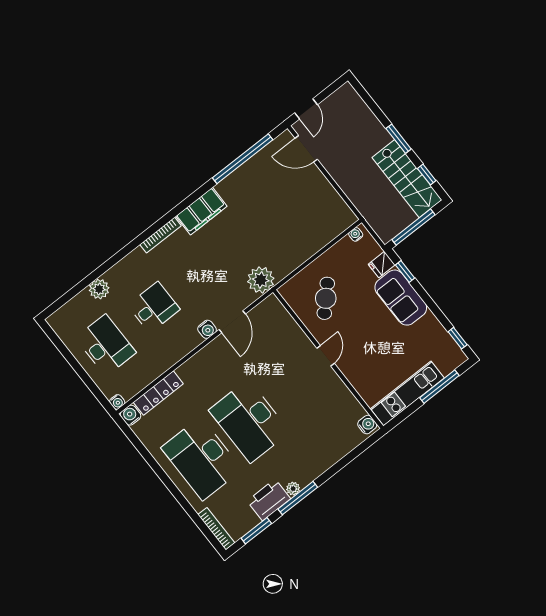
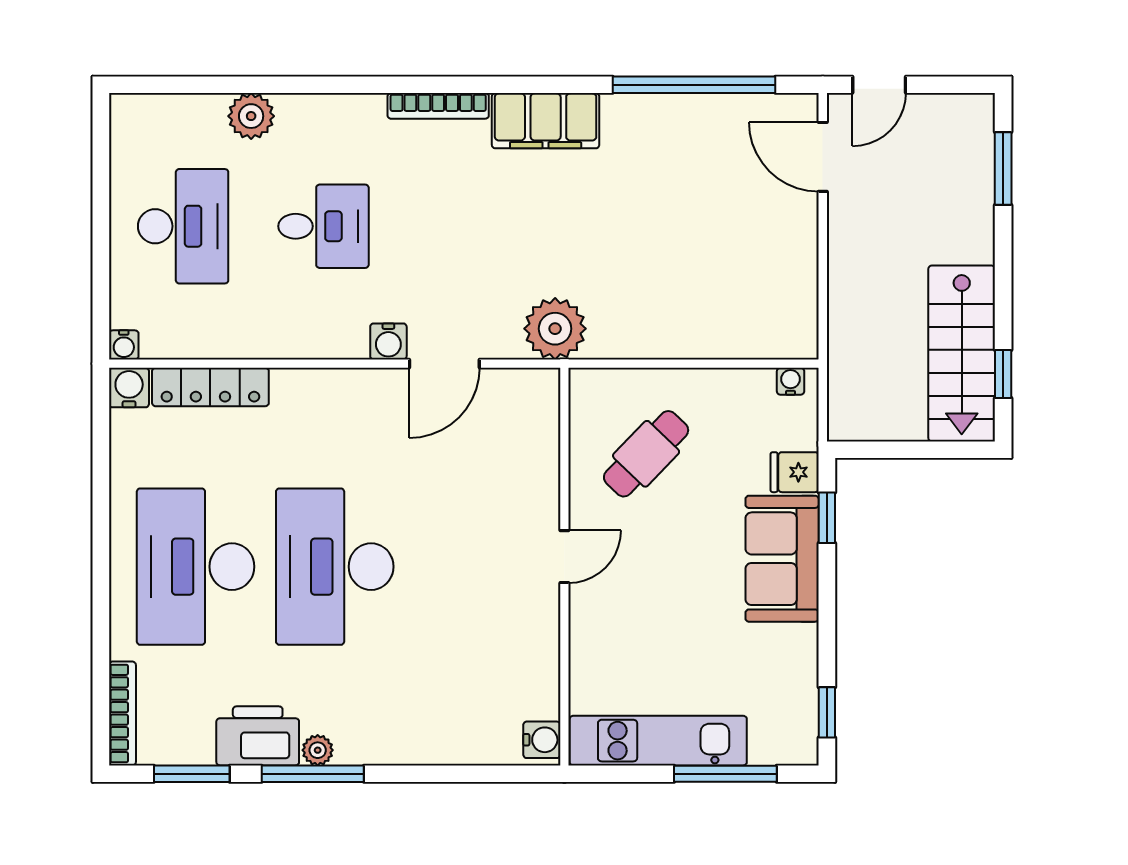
window: (399, 139) -> (1003, 168), moved
window: (413, 227) -> (905, 450), removed

